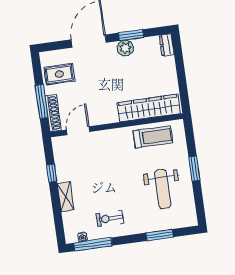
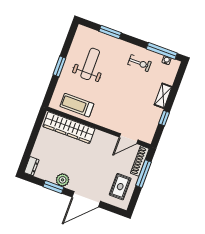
rug: (59, 74) -> (120, 187), turned 90

